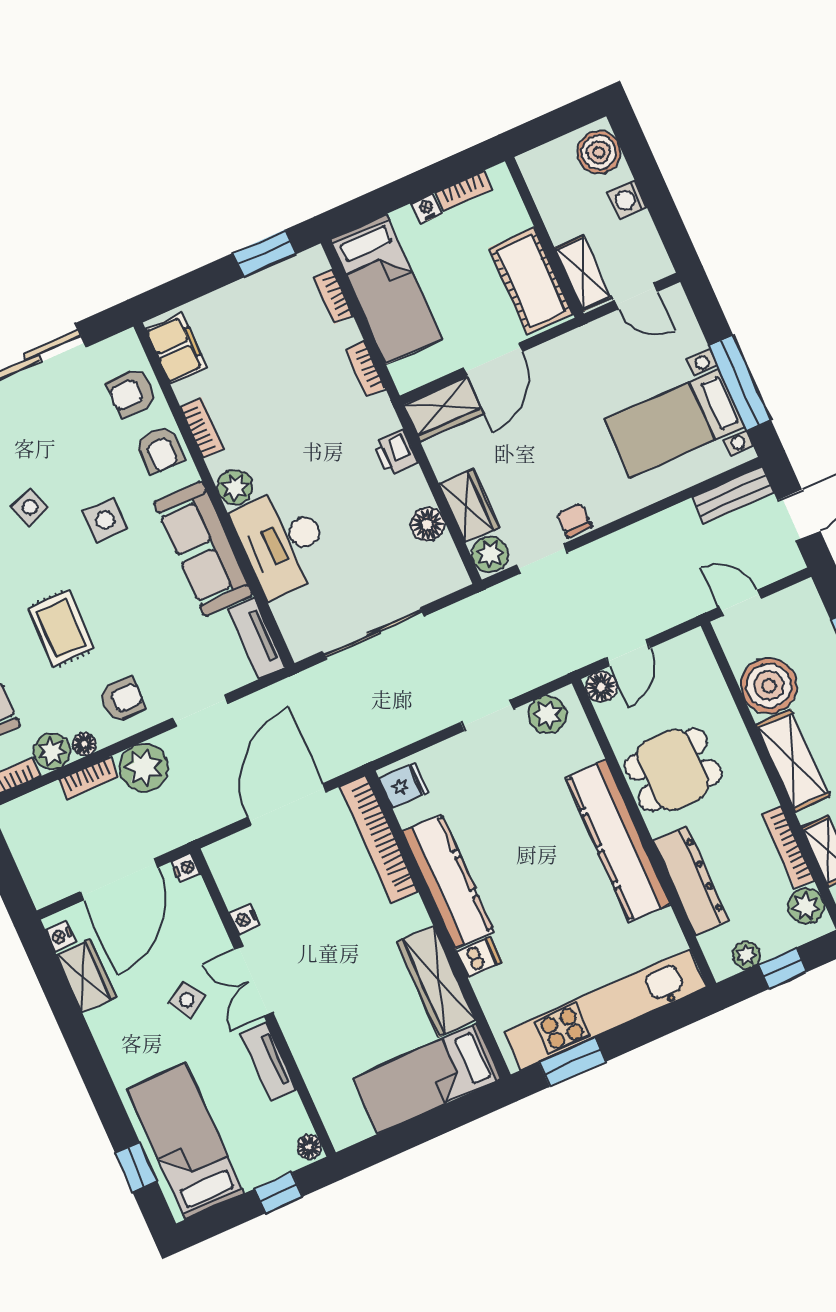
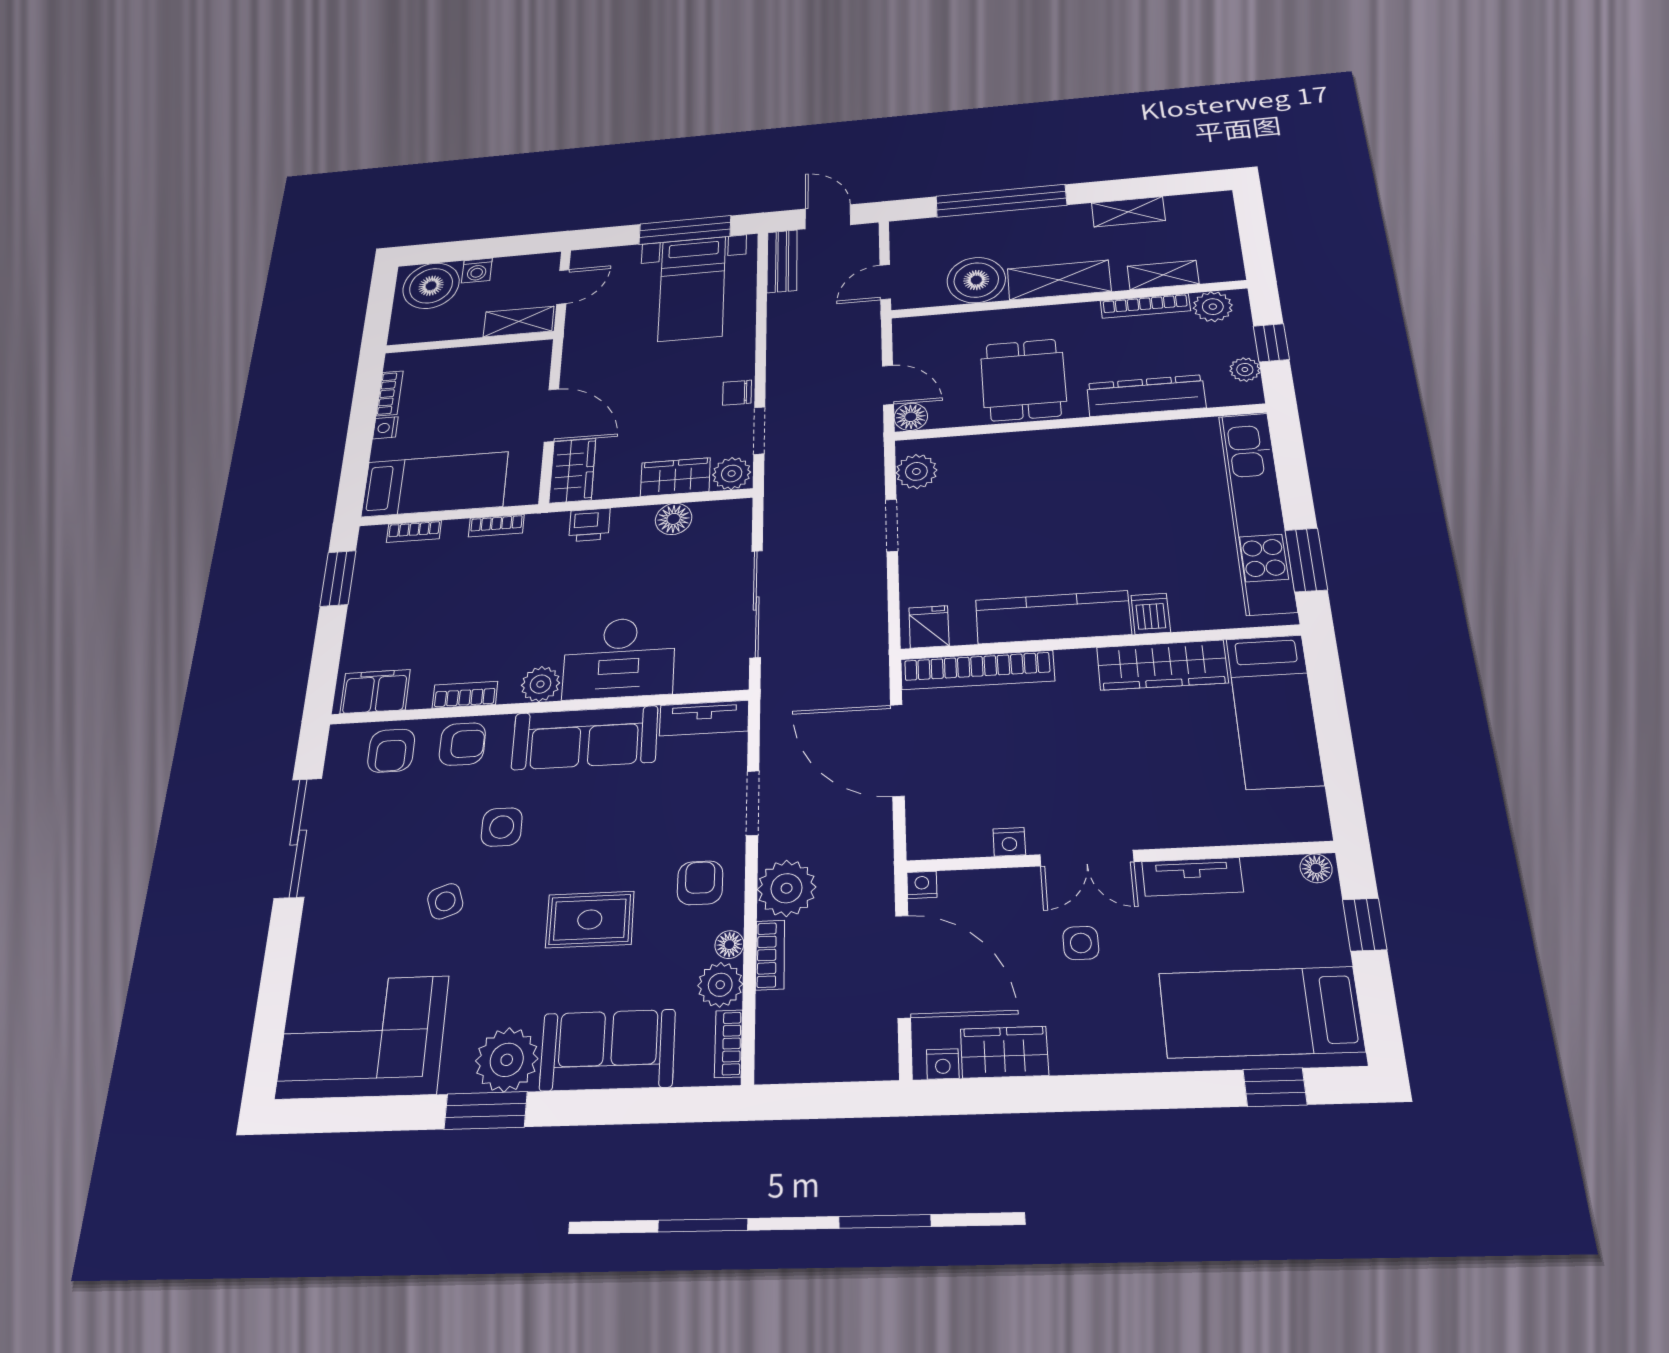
boiler: (599, 152) -> (431, 286), width x1.37, depth x1.37
cot: (531, 281) -> (500, 364), removed
kitchen counter: (618, 841) -> (1076, 448), removed
side table: (187, 1000) -> (1081, 943), turned 32

